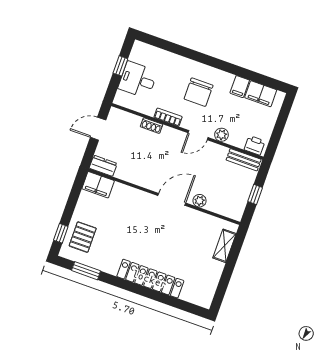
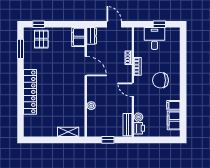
plant: (222, 135) -> (138, 117), moved
door: (172, 199) -> (86, 66), moved
pallet: (83, 237) -> (41, 39), turned 90

